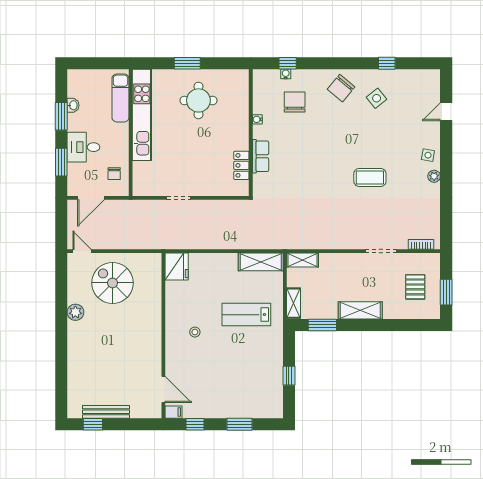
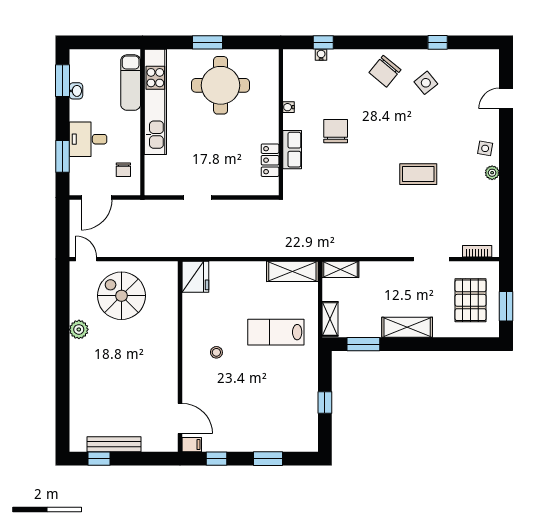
round table: (198, 100) -> (221, 85), width x1.36, depth x1.36
chair: (295, 102) -> (336, 131), moved
window: (61, 116) -> (62, 81), moved
pallet: (415, 287) -> (471, 300), width x1.50, depth x1.42

